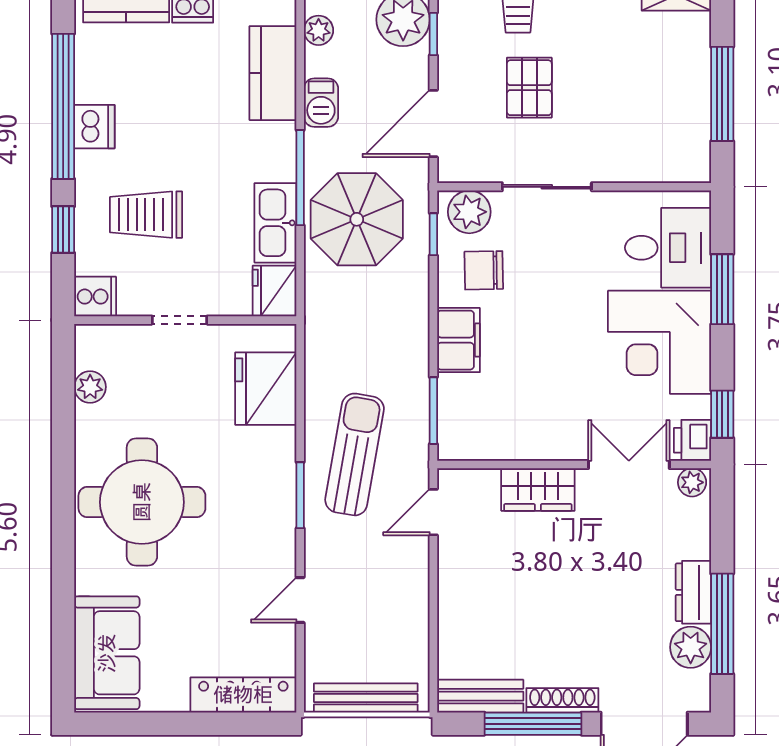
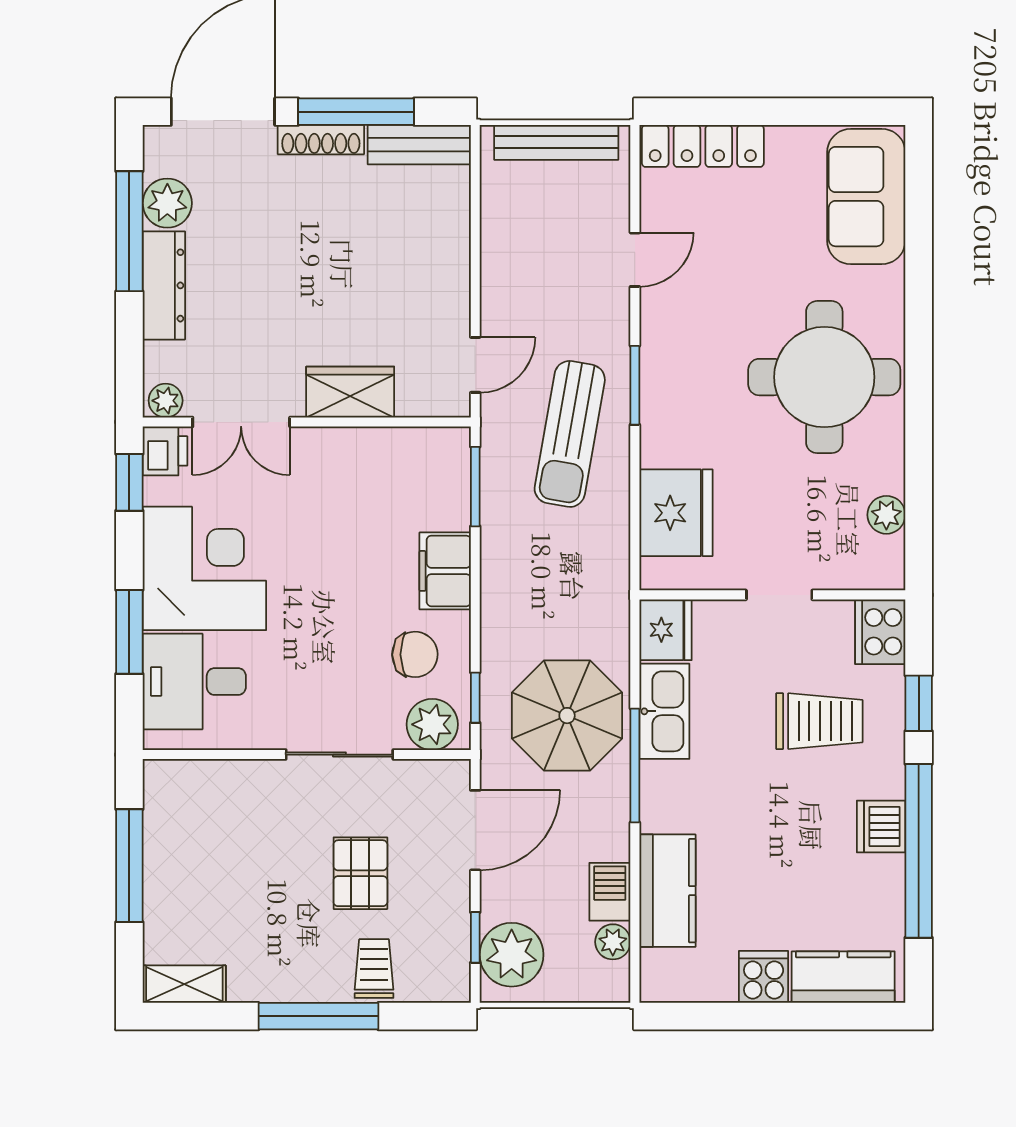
barbecue: (321, 103) -> (610, 892), moved
cooker: (95, 297) -> (880, 632), width x1.36
dresser: (693, 592) -> (164, 285), width x1.44

